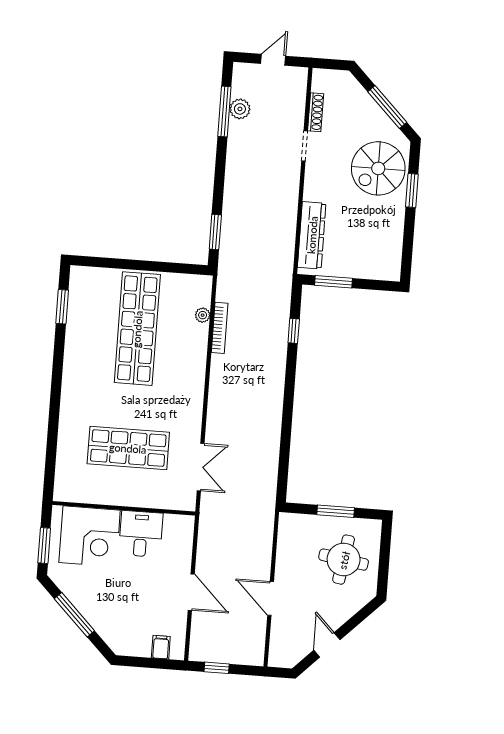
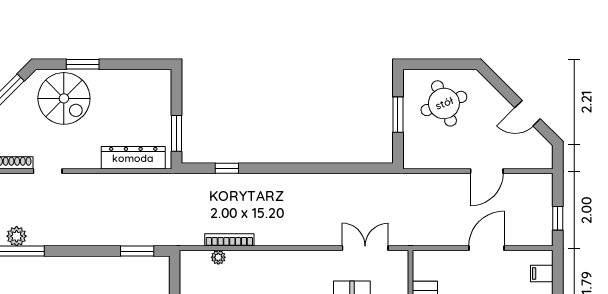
round table: (344, 560) -> (444, 103), turned -30

